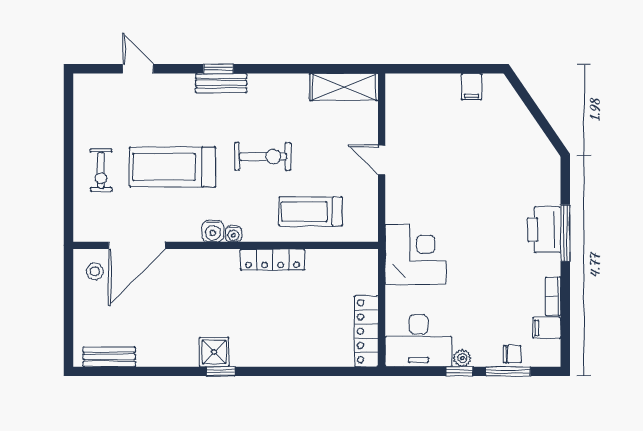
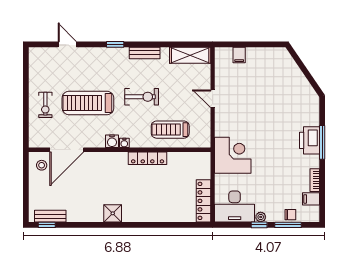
bench: (221, 83) -> (145, 53), moved
filing cabinet: (472, 87) -> (239, 55), moved
window: (221, 371) -> (47, 225), moved

